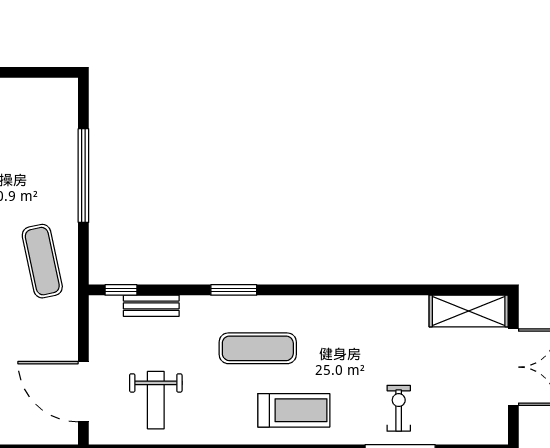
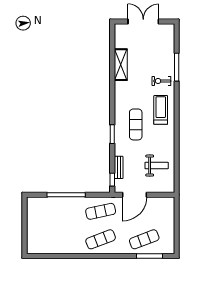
shelving: (469, 311) -> (121, 65), moved
door: (83, 392) -> (135, 195), moved
exercise bike: (399, 408) -> (161, 81), moved

